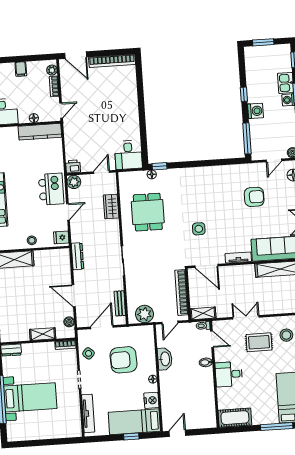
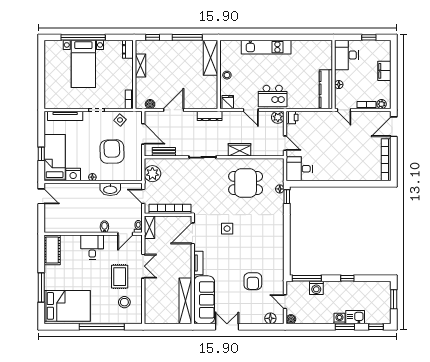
filing cabinet: (21, 69) -> (384, 71), width x2.00
washing machine: (256, 111) -> (316, 288), moved
wardrobe: (111, 207) -> (240, 150), moved
shelving: (43, 334) -> (141, 66), moved

